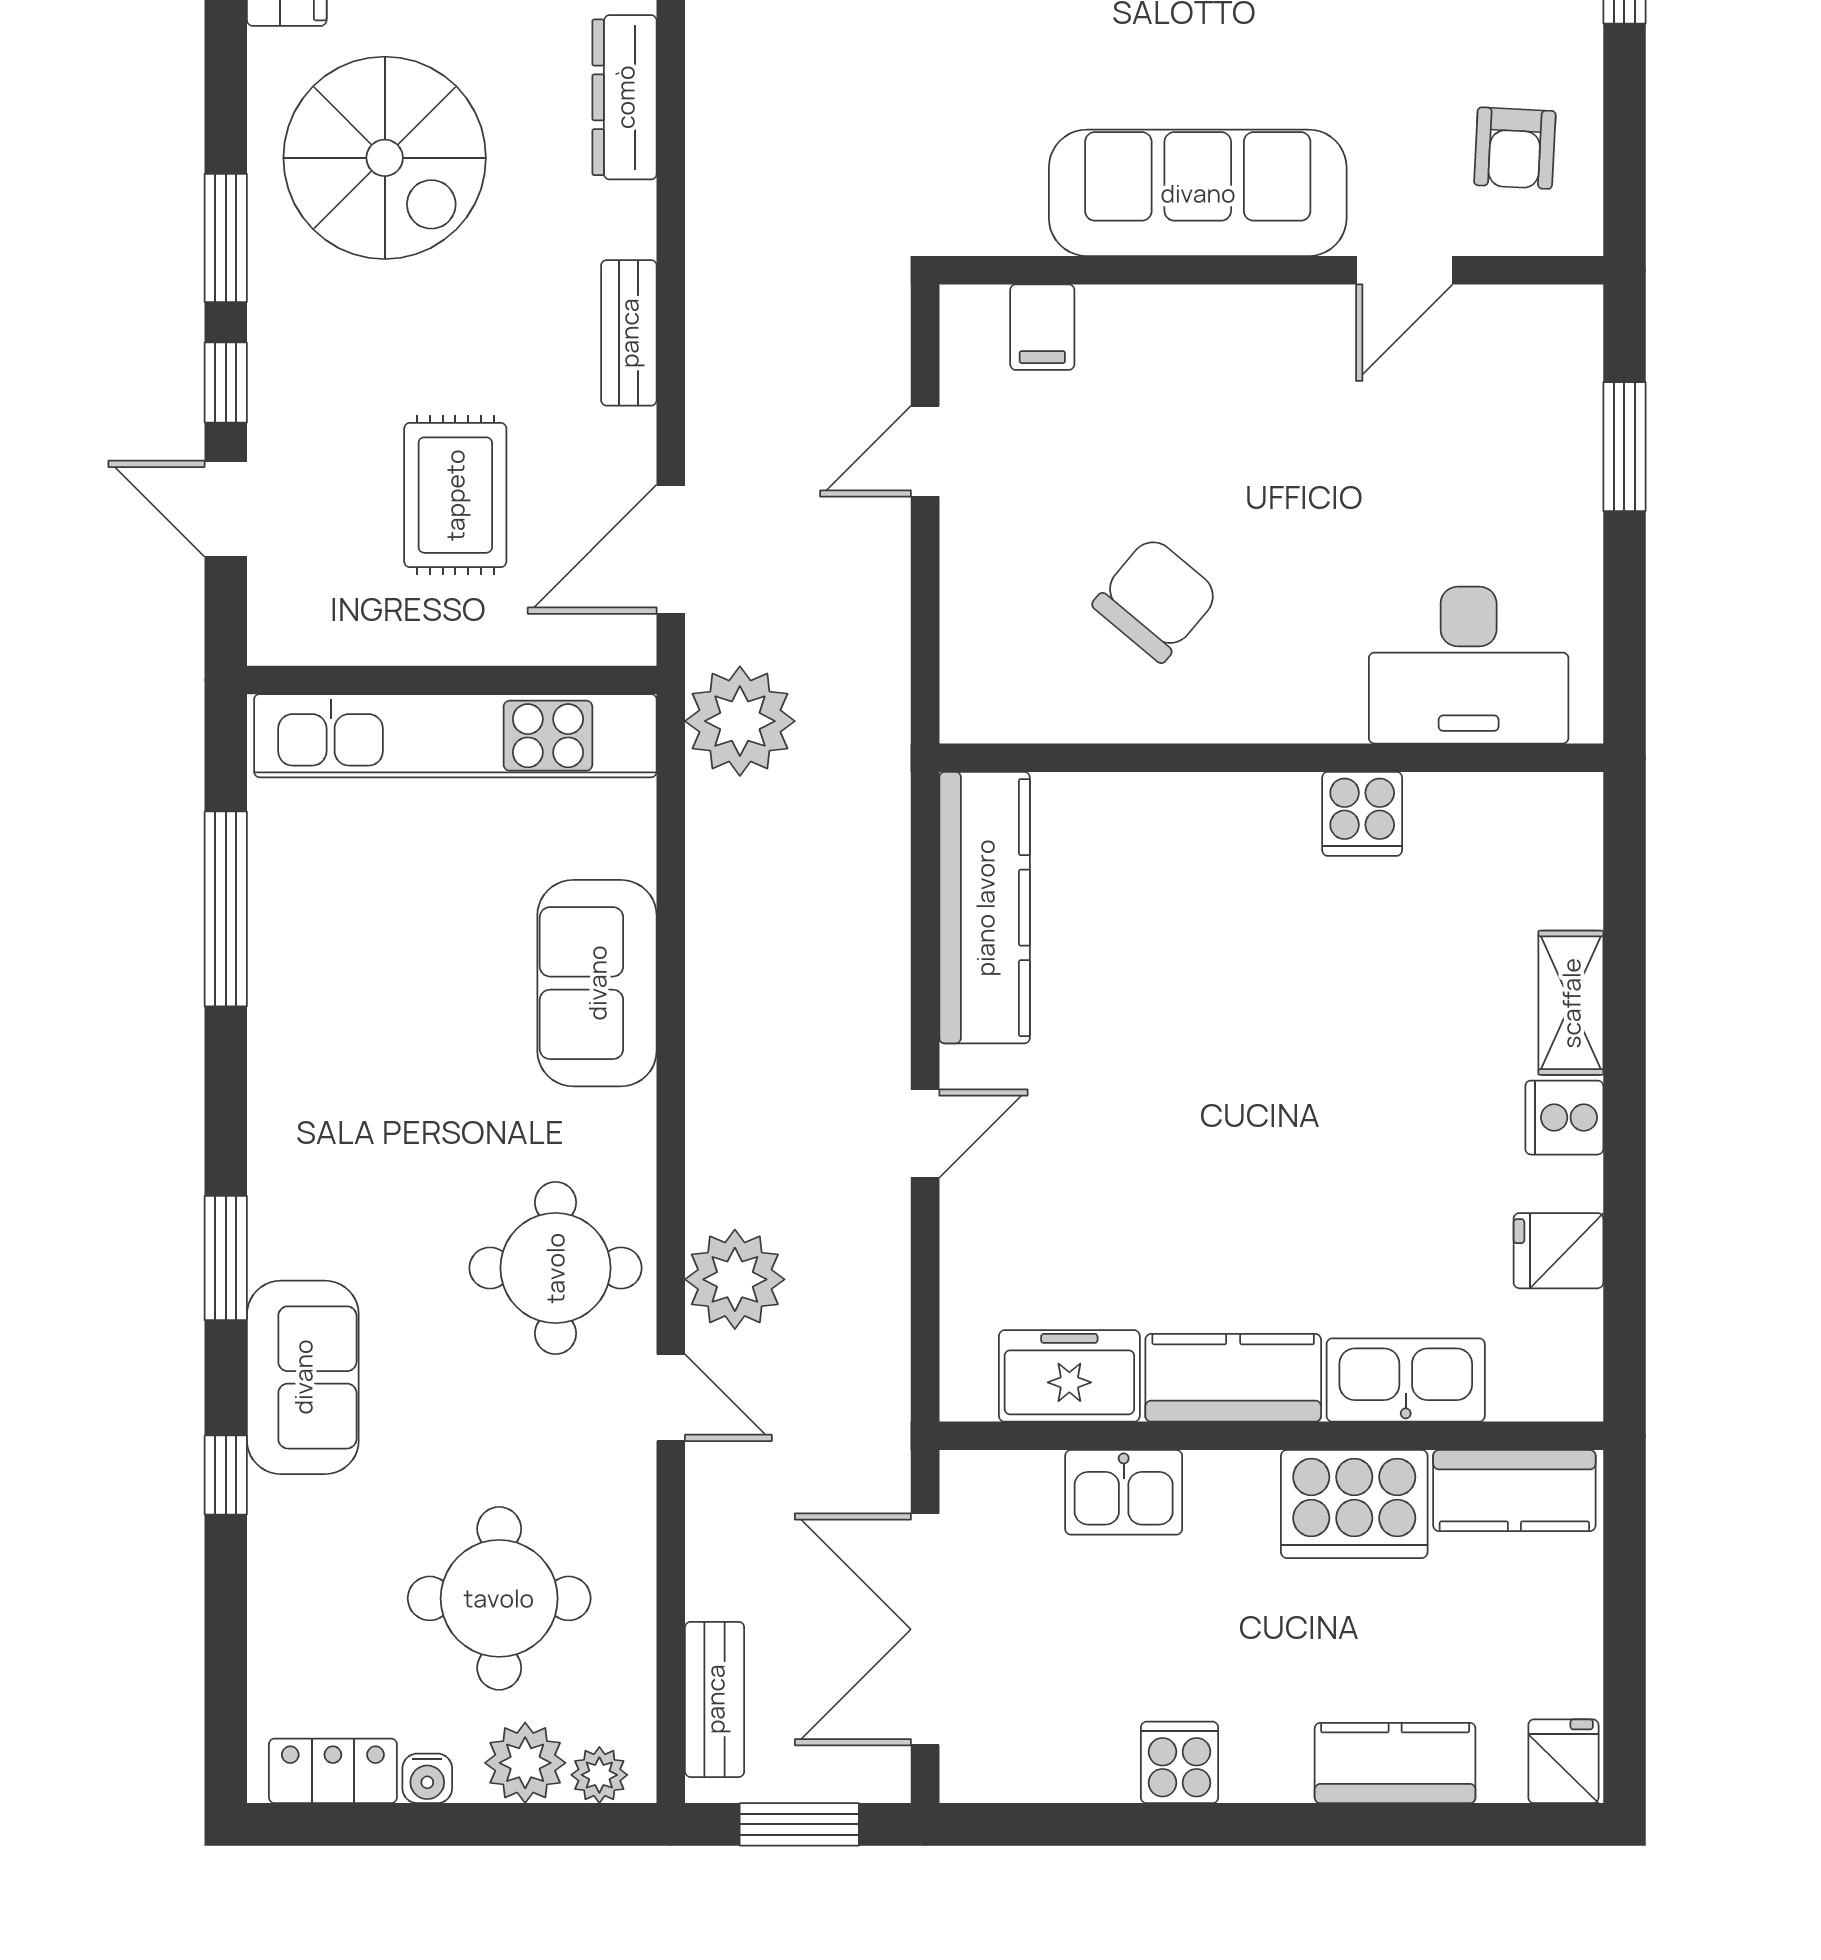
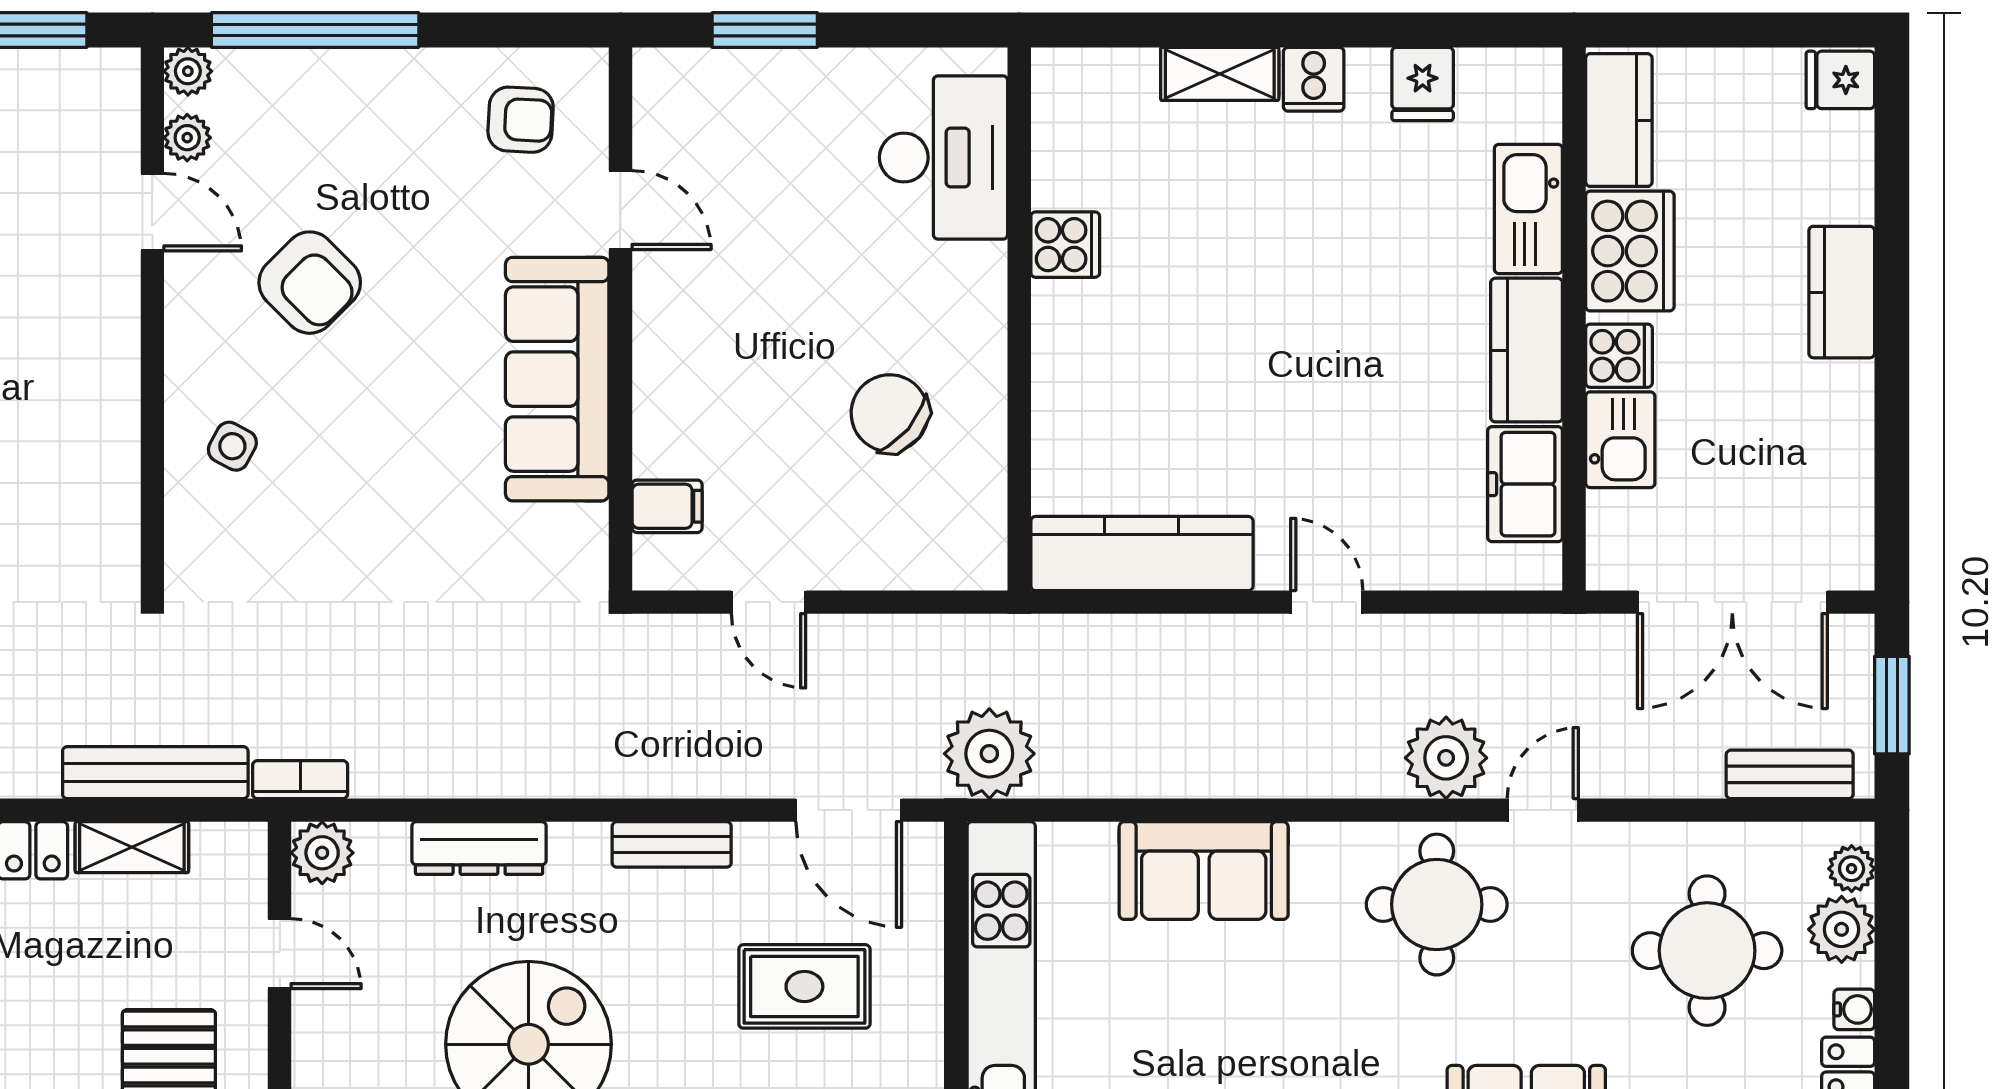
cooker: (1180, 1762) -> (1619, 356), moved, turned 180
kitchen counter: (1395, 1763) -> (1842, 292), moved

